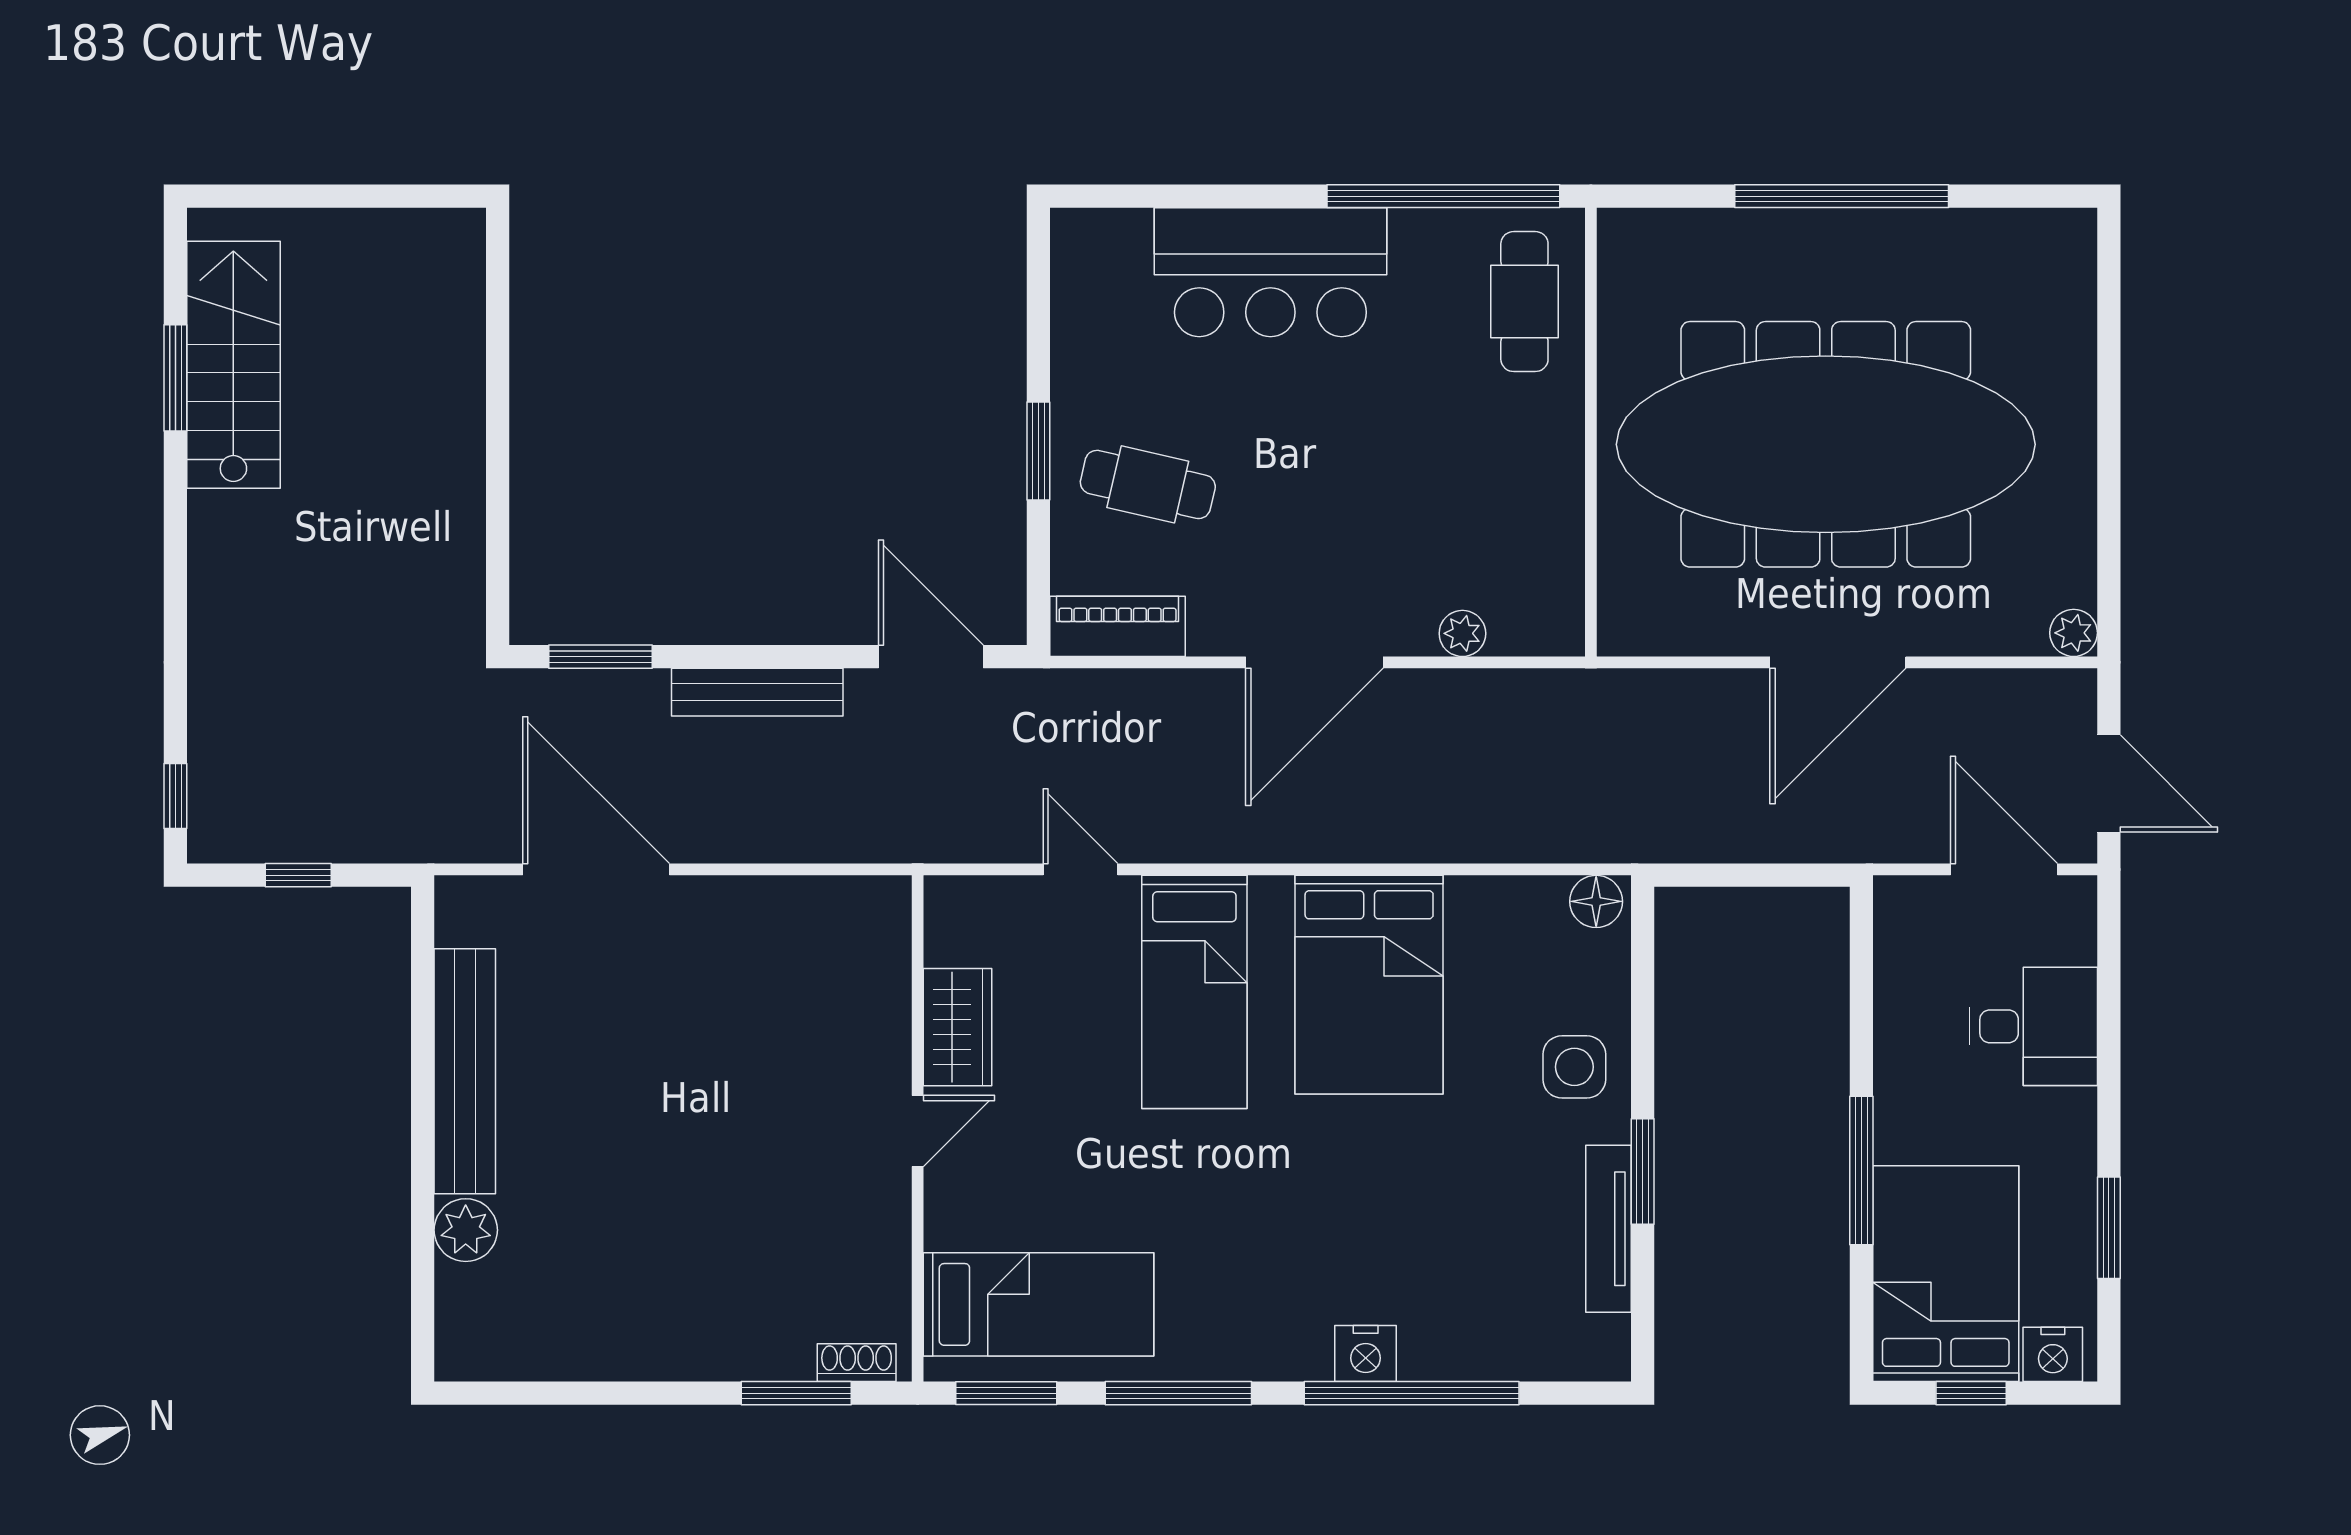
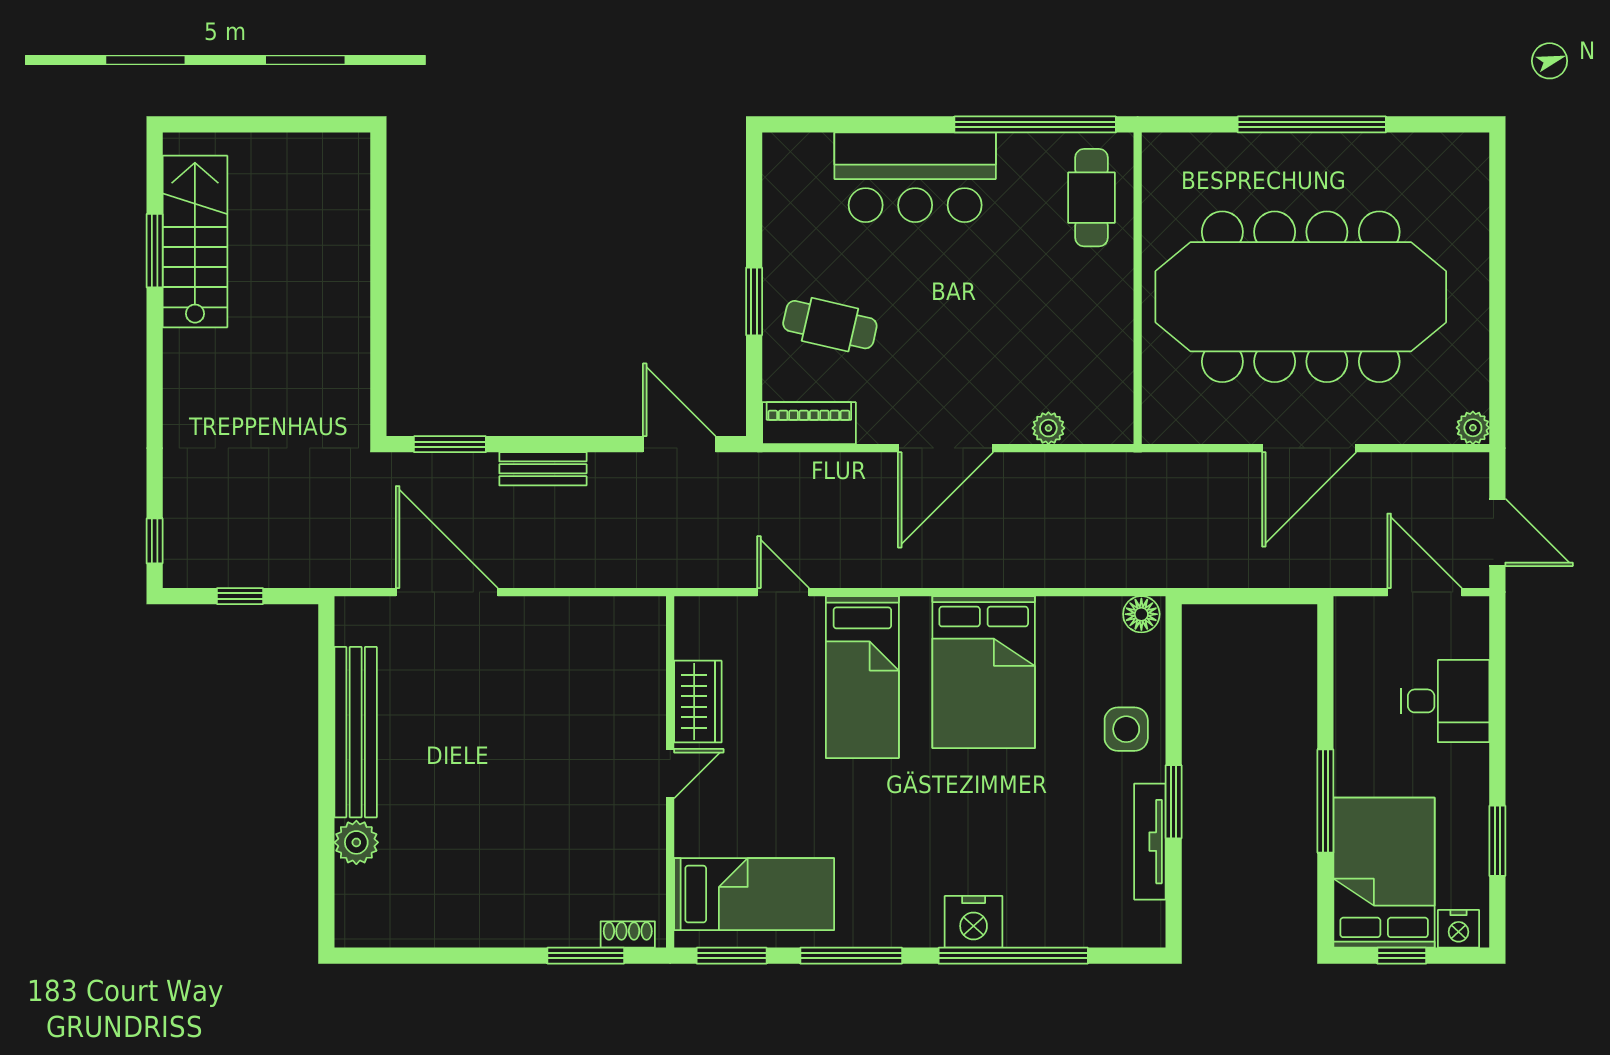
bench: (757, 692) -> (543, 469), width x0.73
nightstand: (1366, 1354) -> (974, 922), width x1.36, depth x1.33

